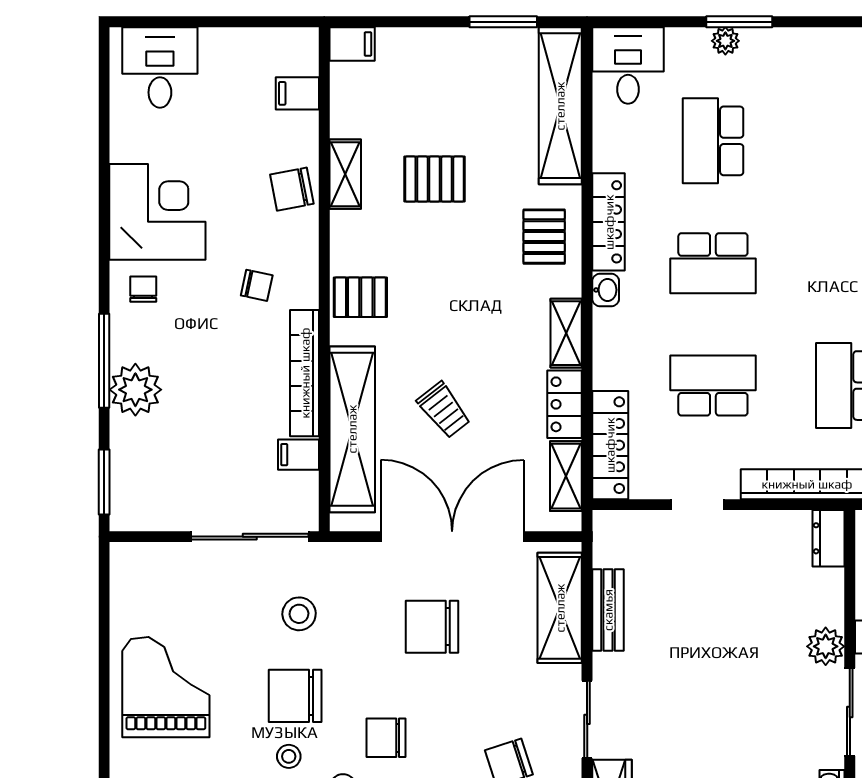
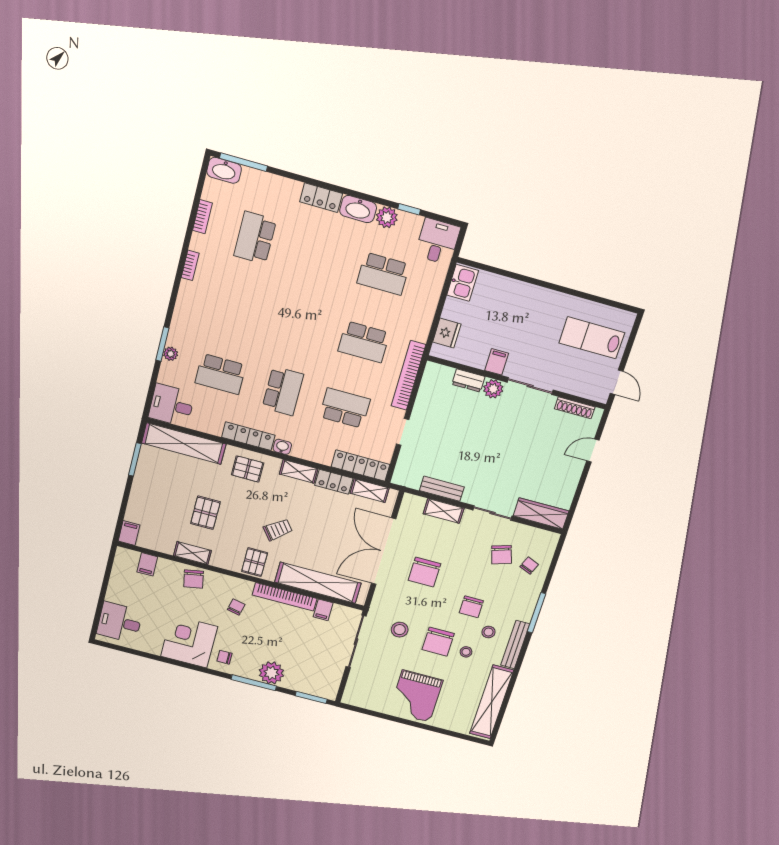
school desk: (713, 386) -> (345, 408), turned 90
trolley: (444, 410) -> (278, 530), moved
dresser: (829, 538) -> (468, 380), moved
shelving: (560, 608) -> (444, 511), width x0.67, depth x0.75
grand piano: (166, 687) -> (416, 696), turned -90

